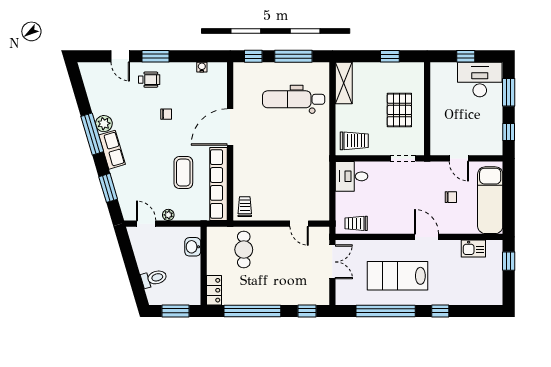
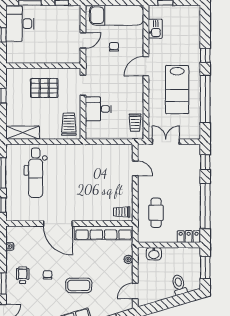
wheelchair: (149, 80) -> (23, 275), moved
coffee table: (183, 173) -> (79, 285), moved
desk: (352, 176) -> (98, 109), moved, turned 90
plant: (168, 215) -> (128, 259), moved
door: (299, 224) -> (135, 168), hinge flipped
cafe table: (244, 250) -> (156, 213), turned 90

